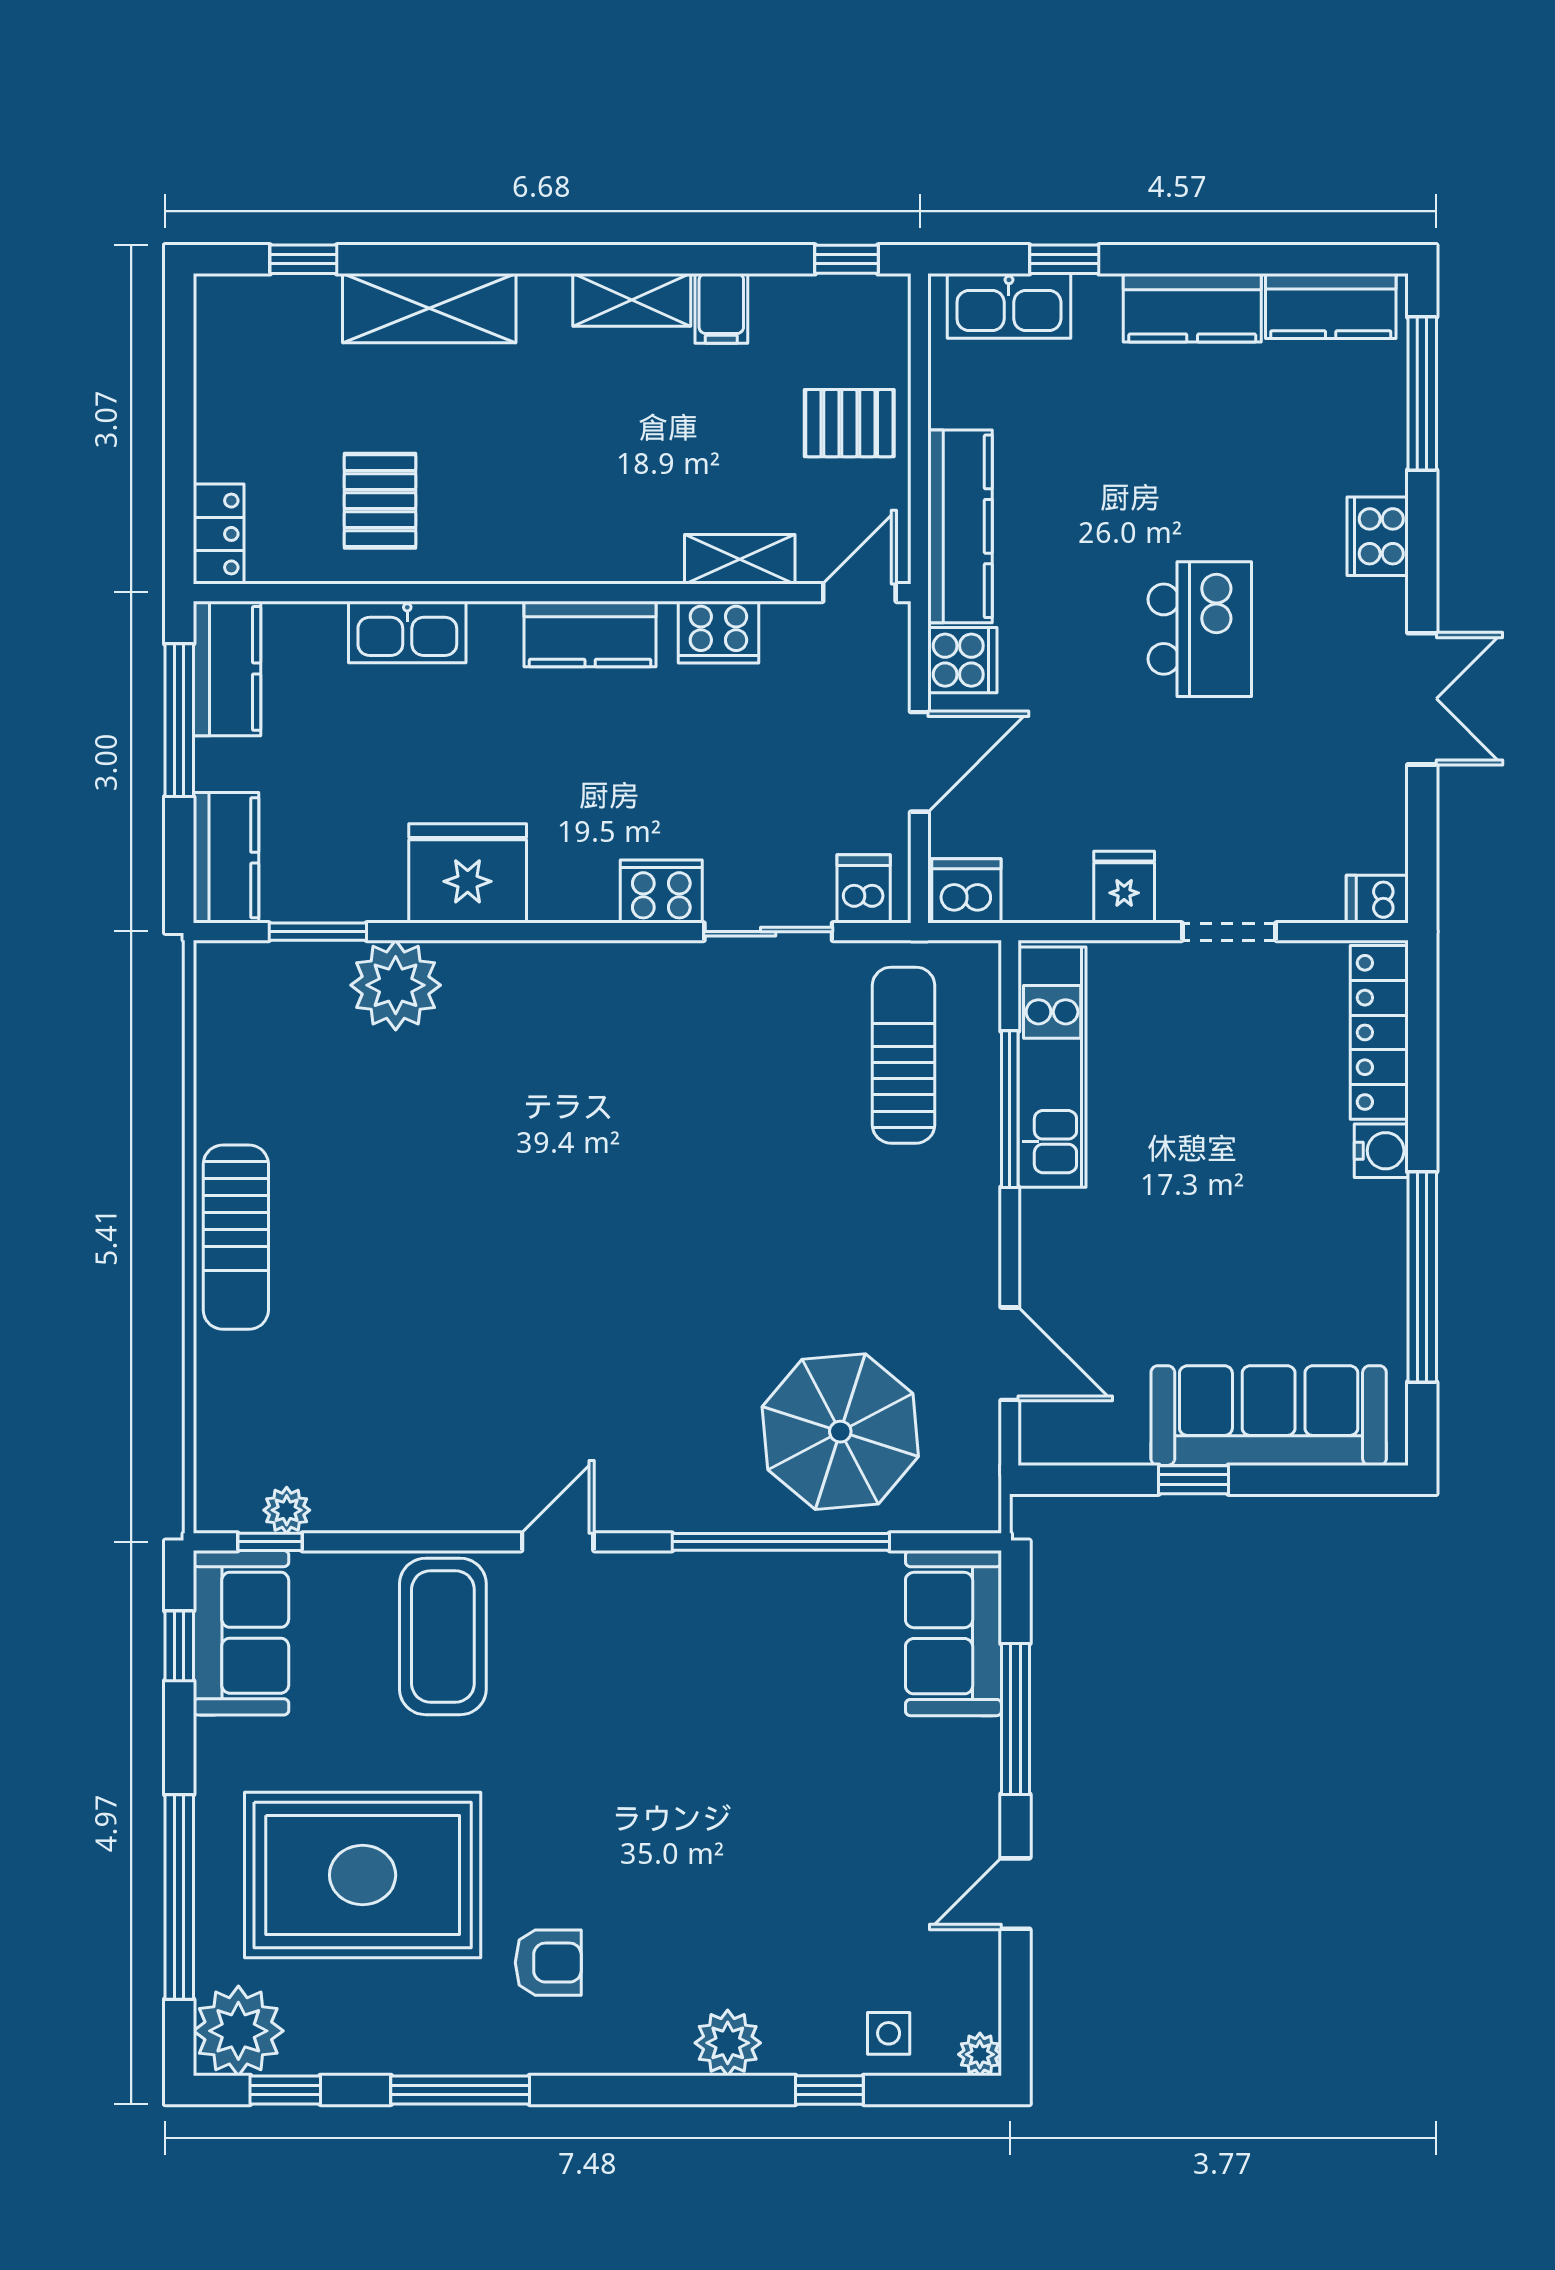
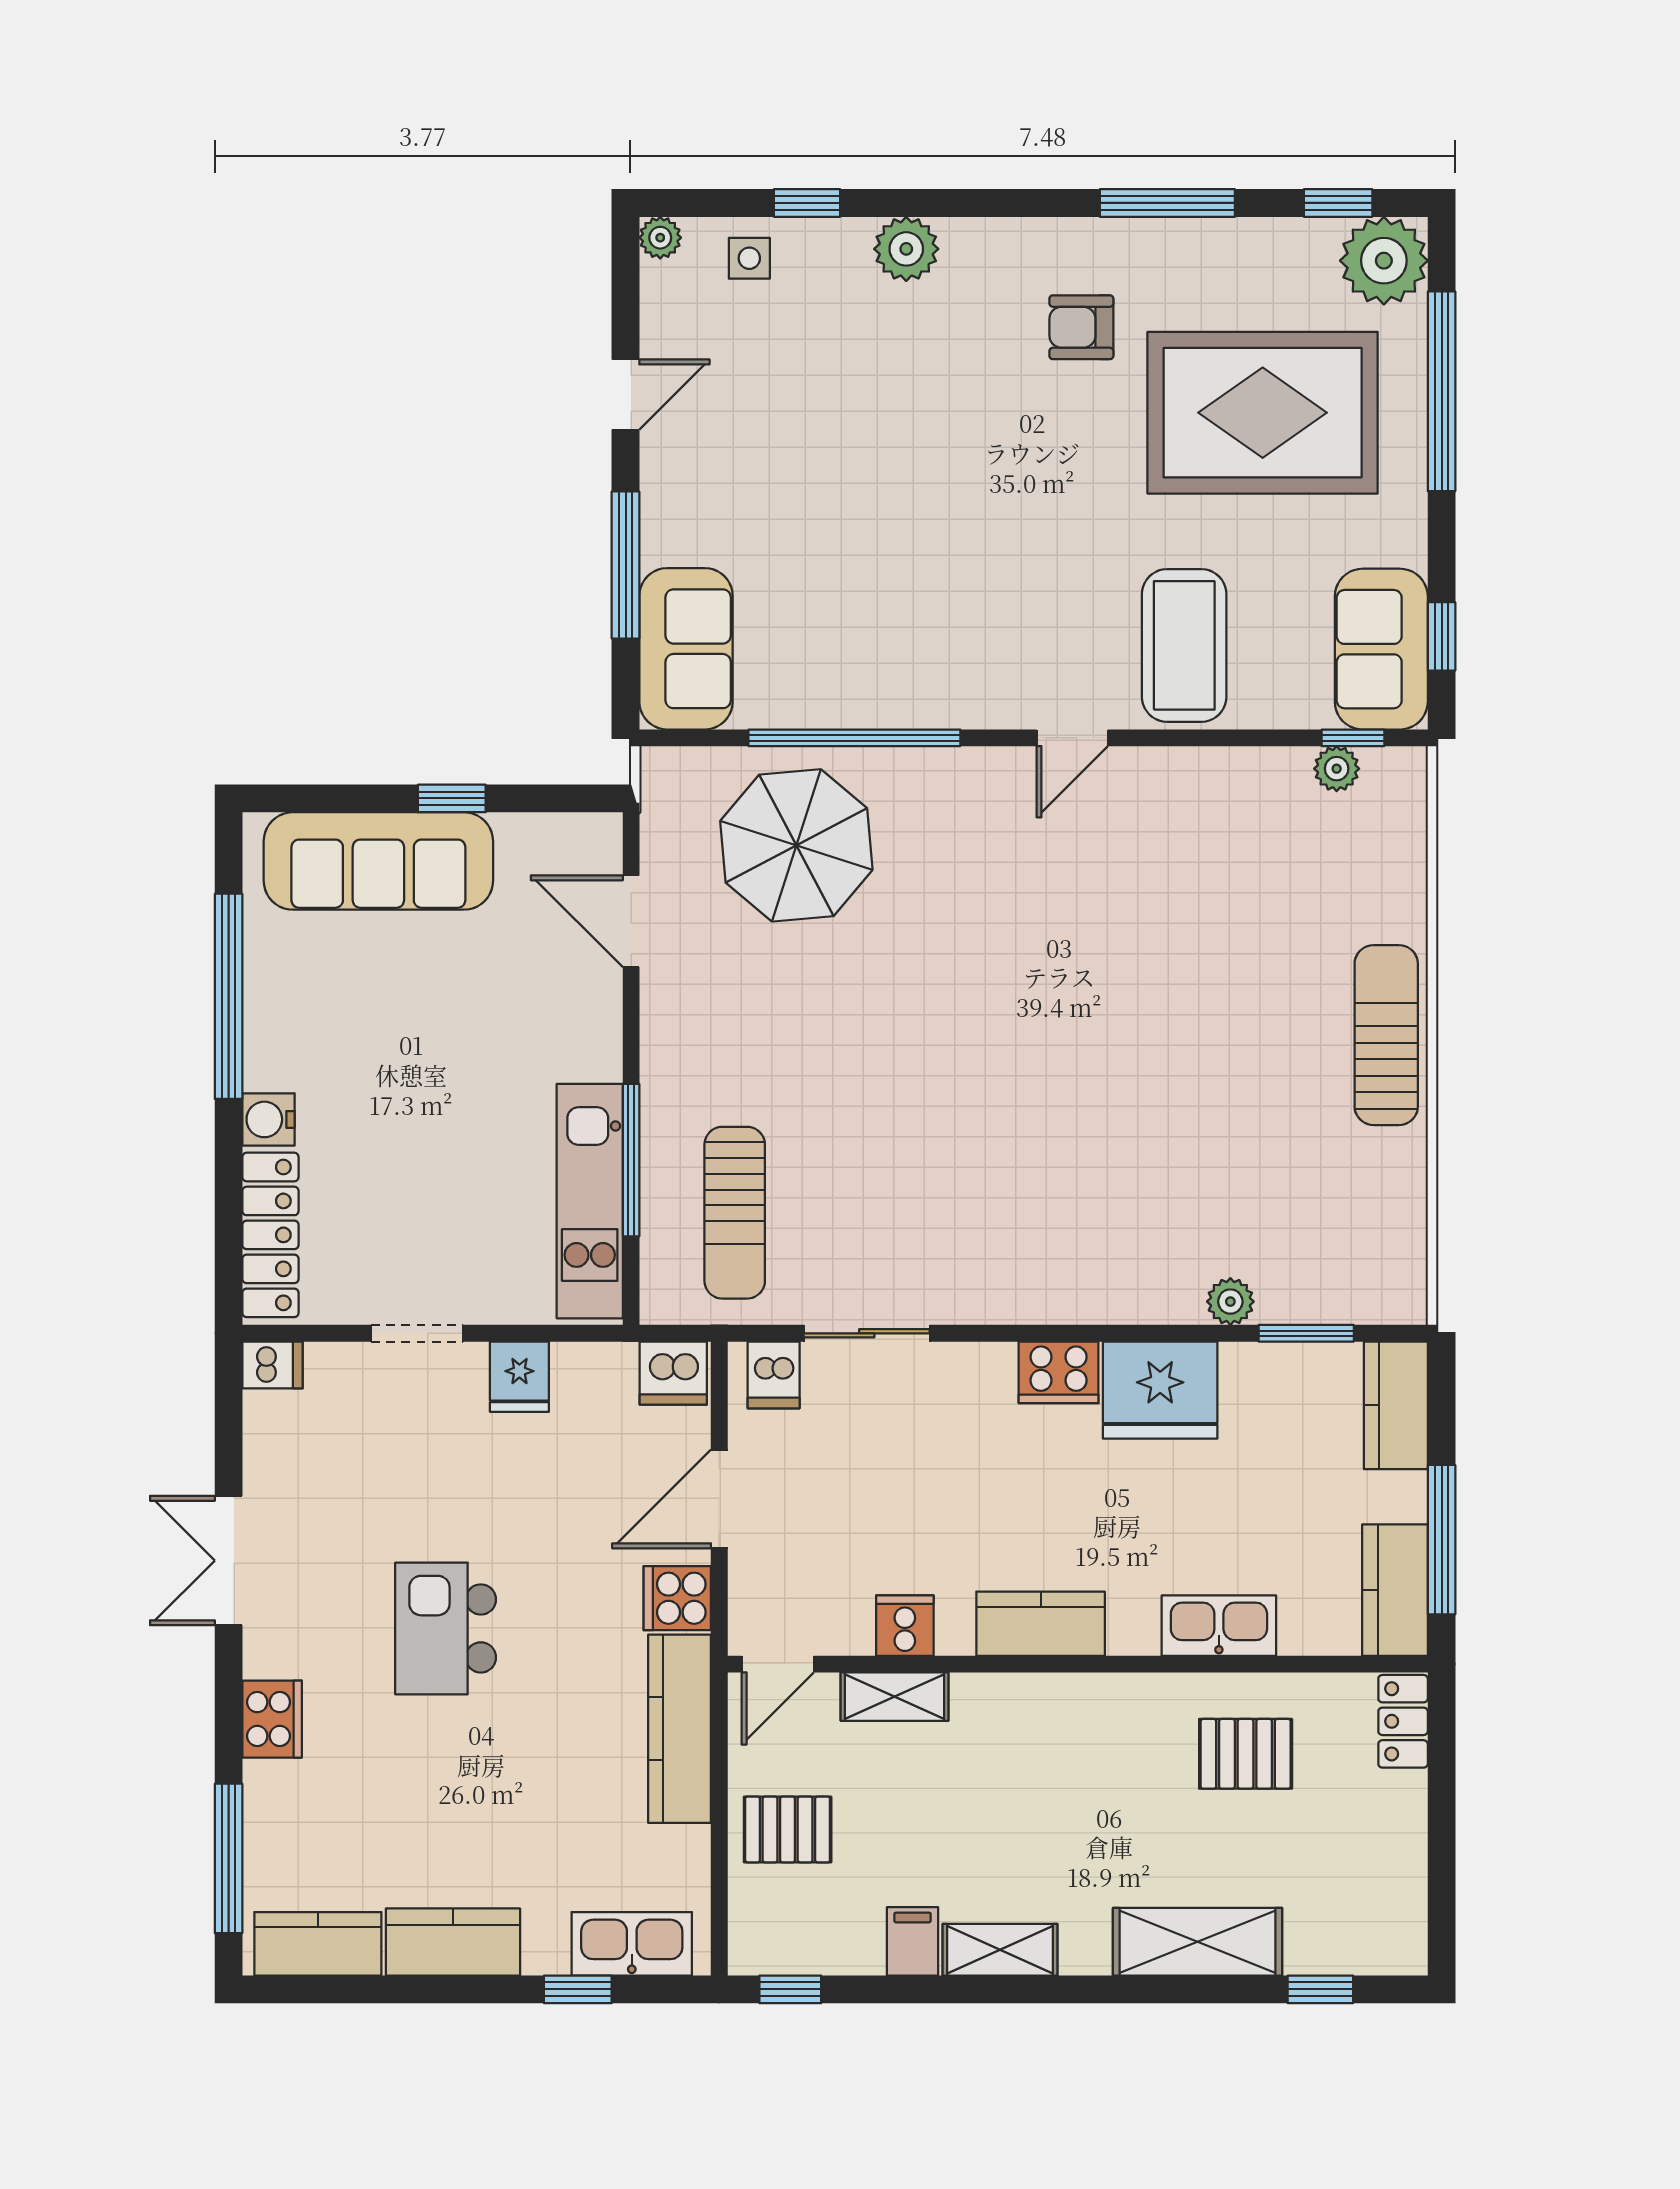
pallet: (380, 501) -> (1246, 1754), turned 90
cooker: (718, 632) -> (905, 1626), width x0.73
cooker: (661, 892) -> (1059, 1372), moved
plant: (396, 985) -> (1230, 1302), width x0.53, depth x0.53

